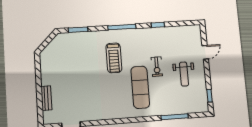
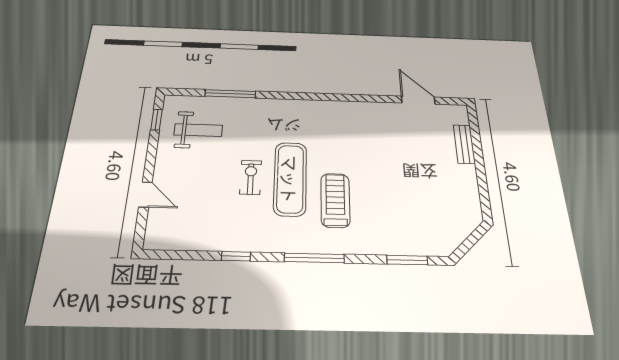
door: (205, 52) -> (145, 194), swing flipped
weight bench: (184, 74) -> (198, 130), moved, turned 90
exercise mat: (140, 87) -> (290, 179), moved

